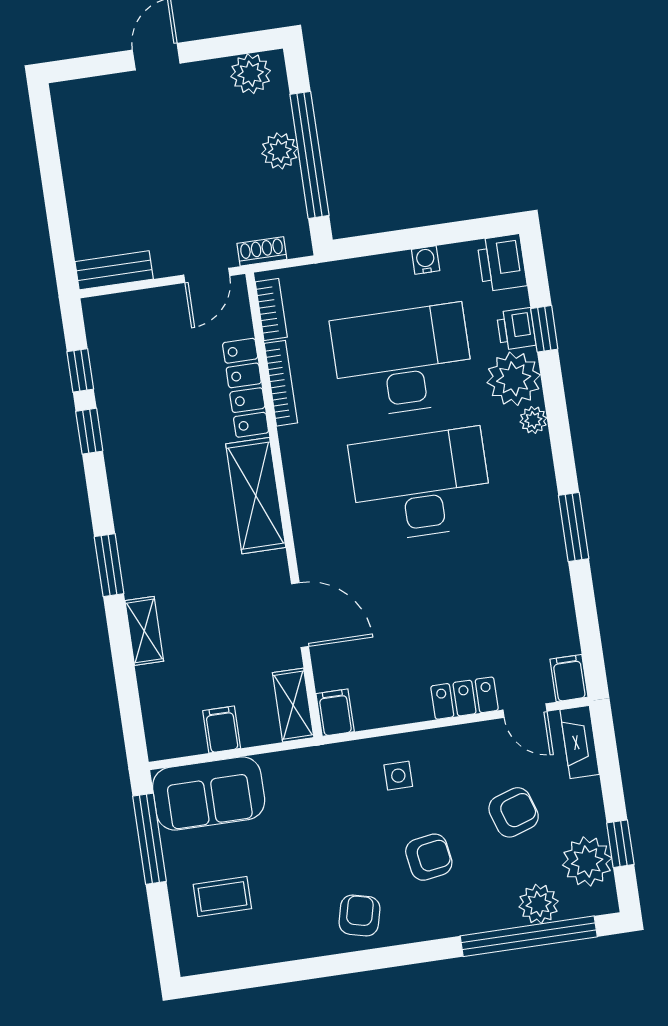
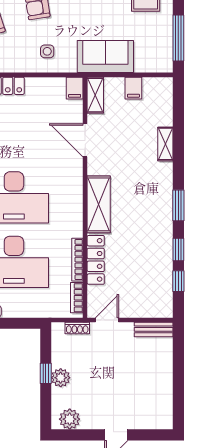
window: (309, 155) -> (46, 373), width x0.32
window: (109, 565) -> (178, 205), moved
sofa: (209, 793) -> (105, 57), moved

